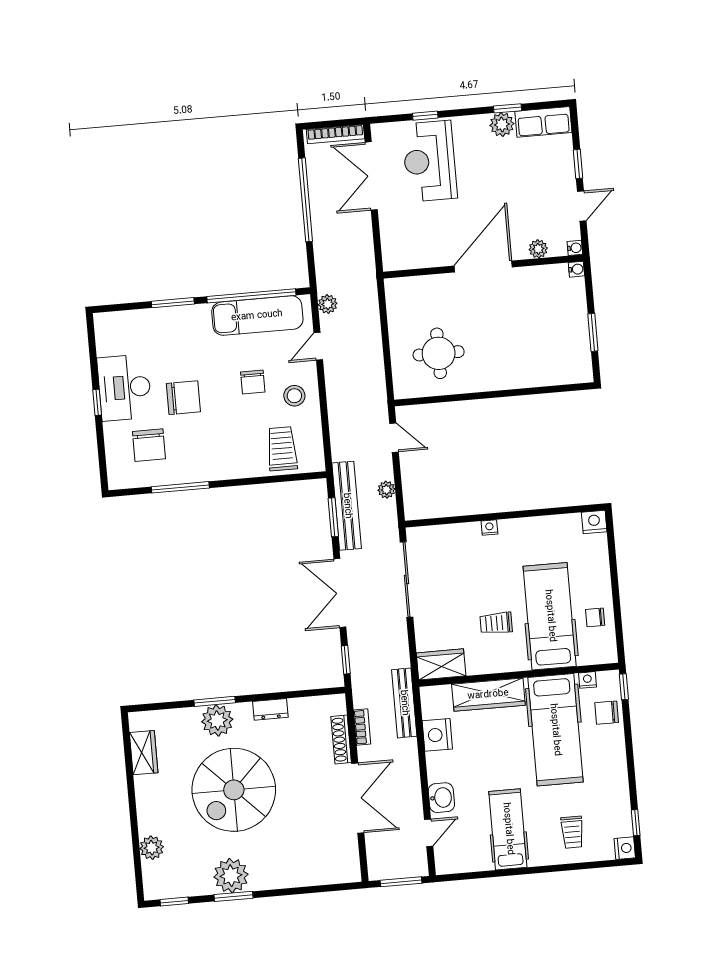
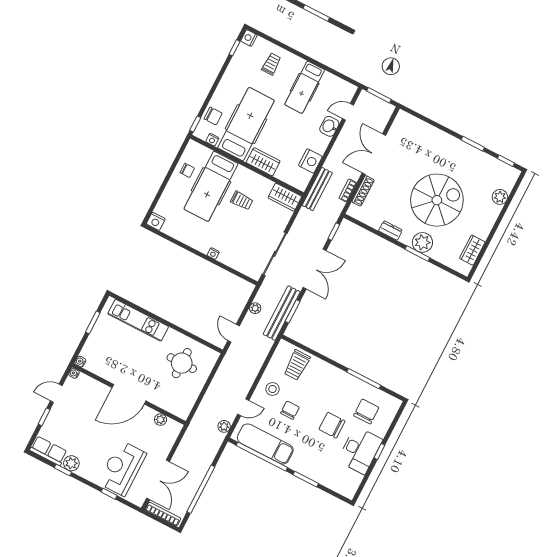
reception desk: (430, 161) -> (122, 468), turned 180
plant: (538, 249) -> (160, 420), moved
kitchen unit: (534, 374) -> (138, 320), added
wardrobe: (488, 695) -> (263, 162), width x0.67
plant: (231, 876) -> (467, 156), removed

